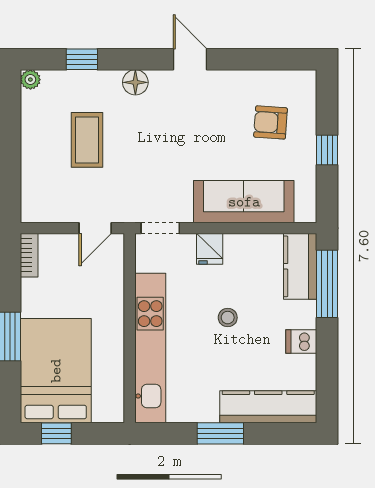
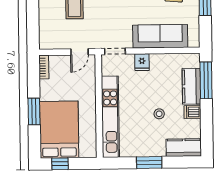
kitchen counter: (300, 266) -> (191, 86), moved
stool: (228, 318) -> (159, 114), moved
kitchen counter: (268, 407) -> (184, 148), width x0.67

